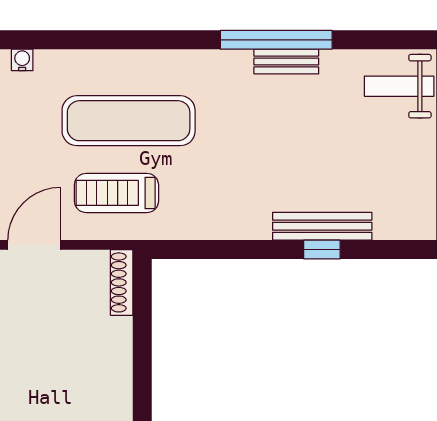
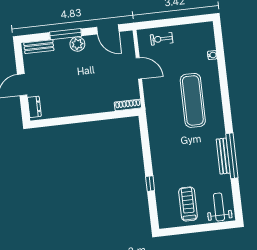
bench: (286, 62) -> (223, 156), width x1.36
treadmill: (116, 193) -> (188, 204), moved
bench: (322, 226) -> (159, 183), removed

